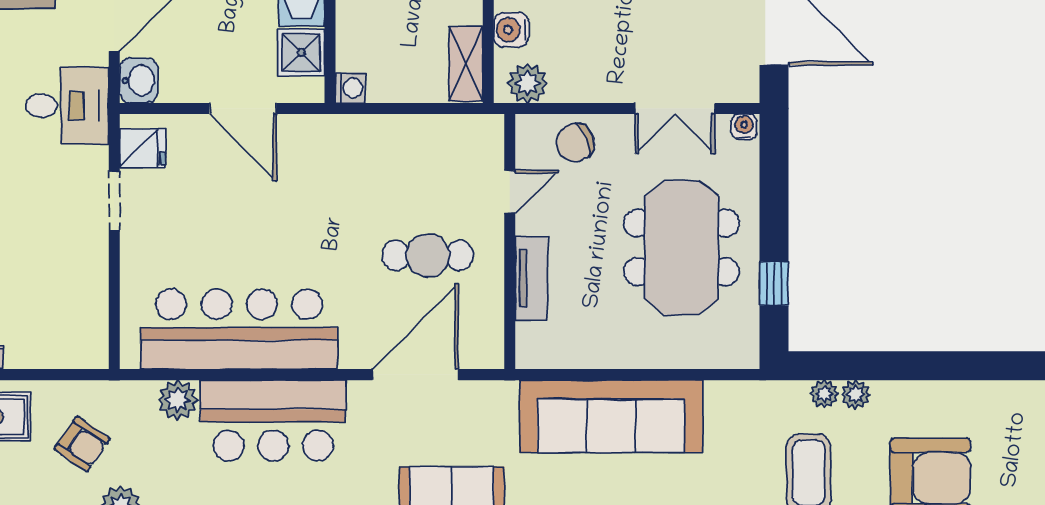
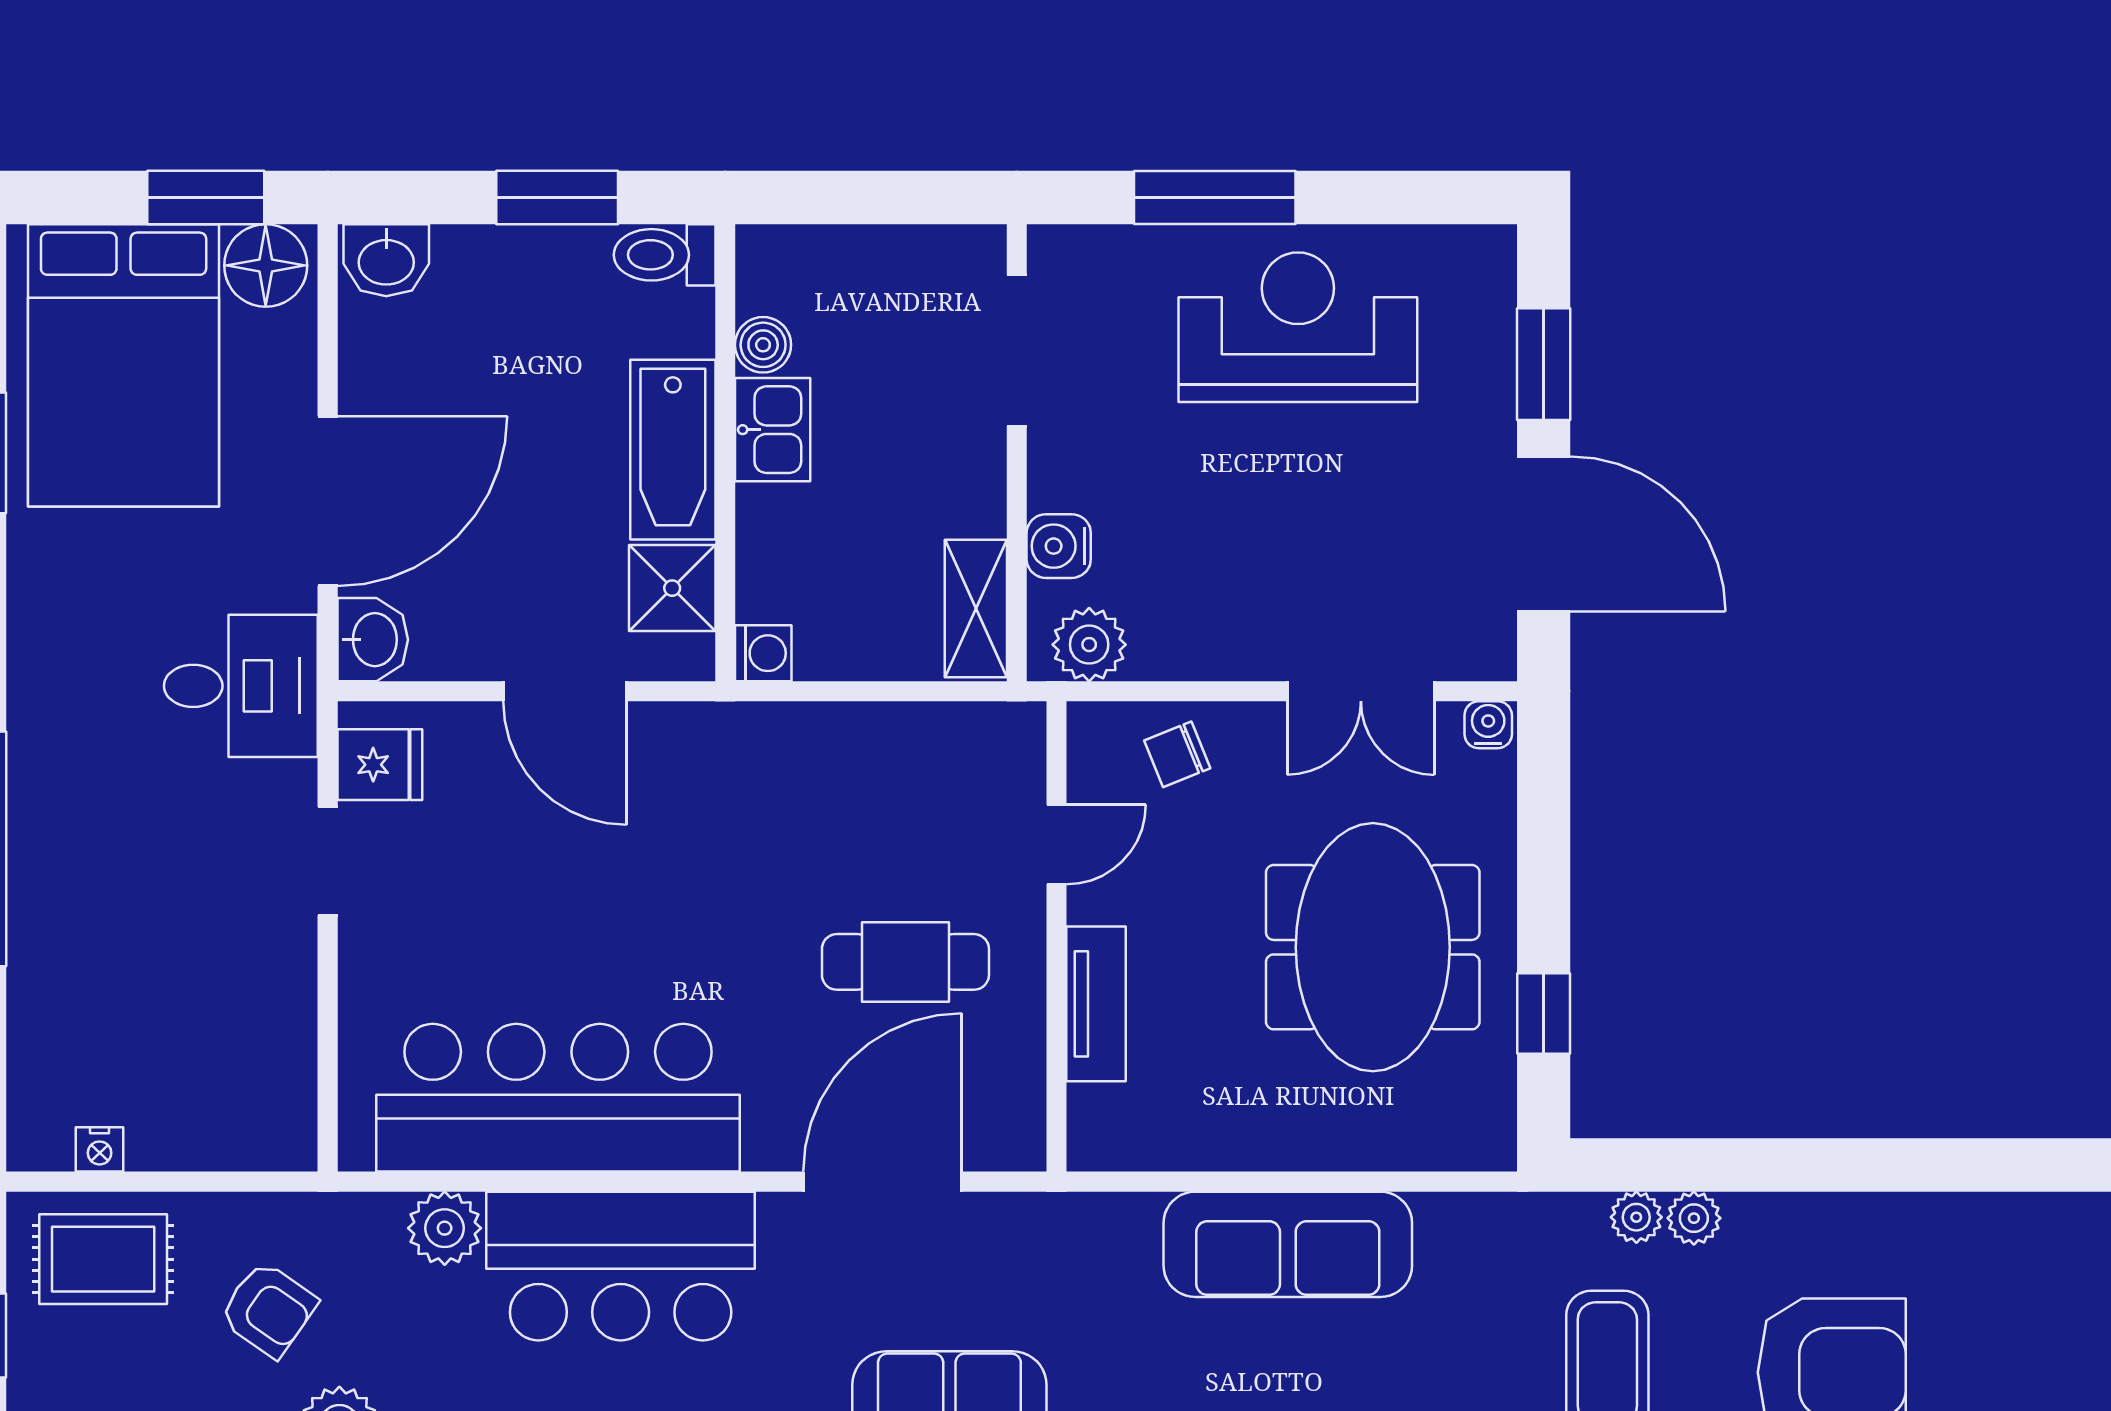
chair: (575, 143) -> (1177, 754), width x0.73, depth x0.73
sofa: (611, 416) -> (1288, 1244), width x0.74, depth x0.79

